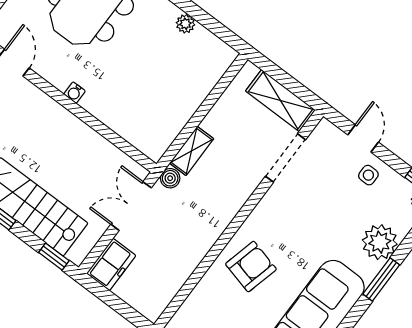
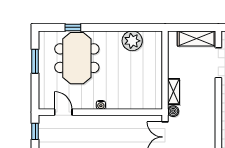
plant: (185, 24) -> (132, 41), width x1.88, depth x1.88

